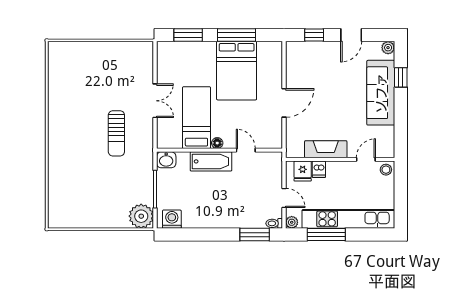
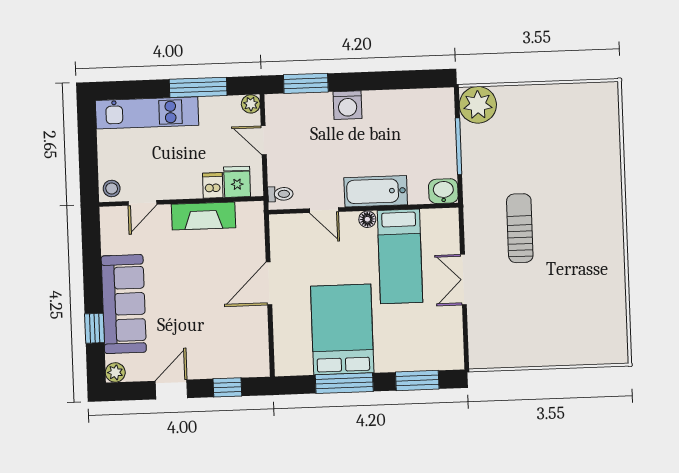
washing machine: (172, 219) -> (348, 105), moved
kitchen unit: (348, 219) -> (147, 113), width x0.73
toilet: (274, 223) -> (280, 194), moved

